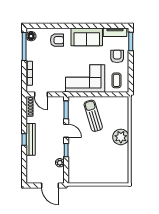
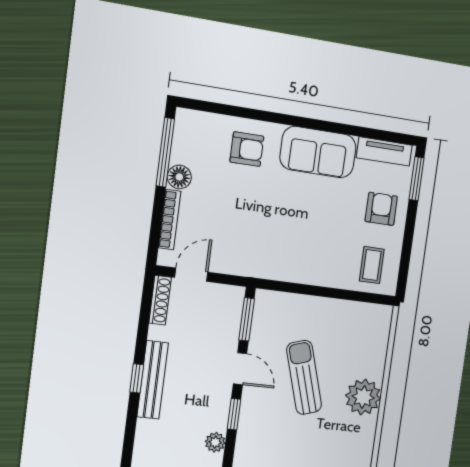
floor lamp: (31, 36) -> (179, 177), moved
corner sofa: (85, 78) -> (301, 251), removed
door: (41, 94) -> (191, 275), swing flipped
sun lounger: (93, 116) -> (304, 377), moved

